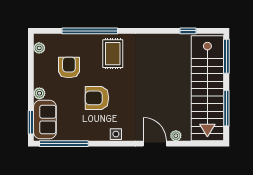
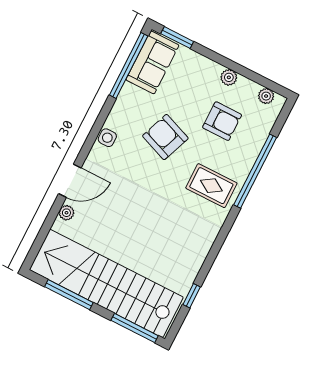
plant: (39, 93) -> (229, 77), moved
armchair: (97, 98) -> (165, 137), turned -69
sofa: (45, 120) -> (152, 62), moved, turned -90

